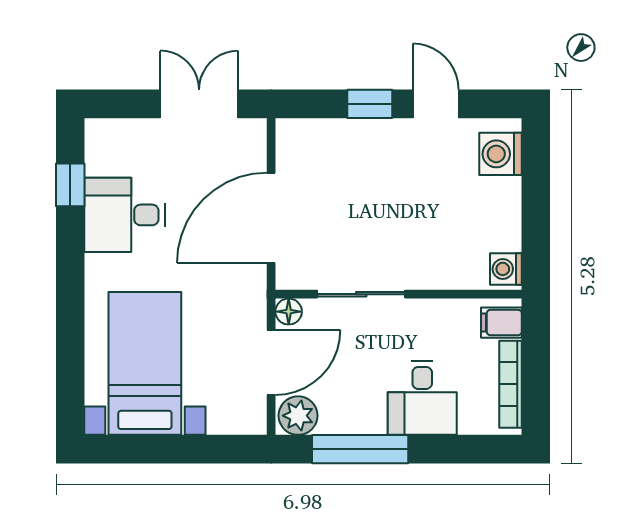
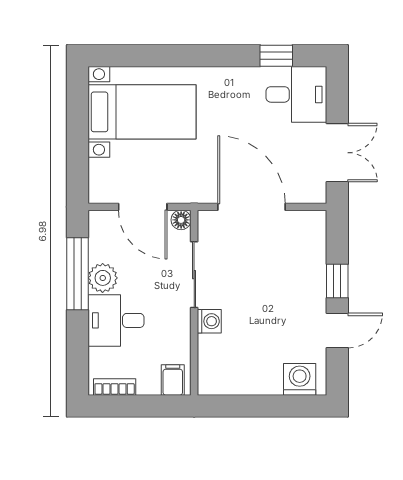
desk: (125, 215) -> (296, 94), moved, turned 90
washing machine: (506, 269) -> (209, 321), moved, turned 90
bookcase: (511, 384) -> (115, 387), width x0.64
plant: (298, 416) -> (103, 278), moved

